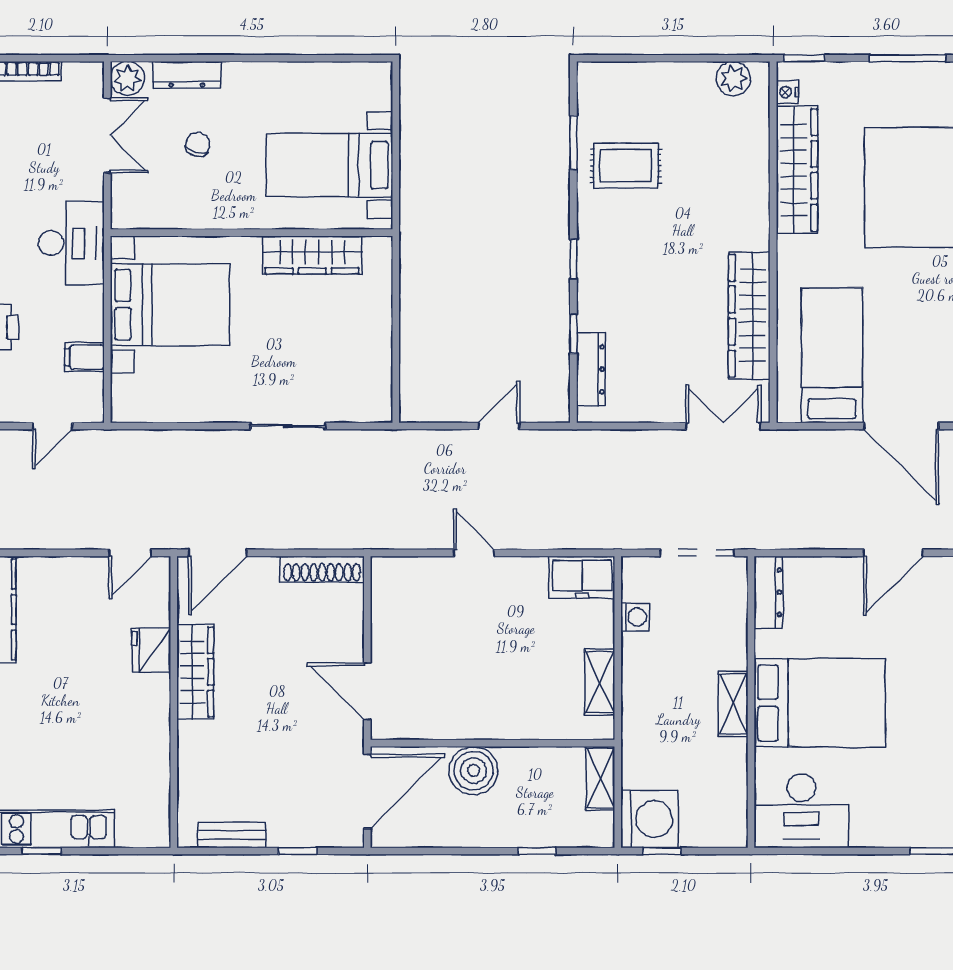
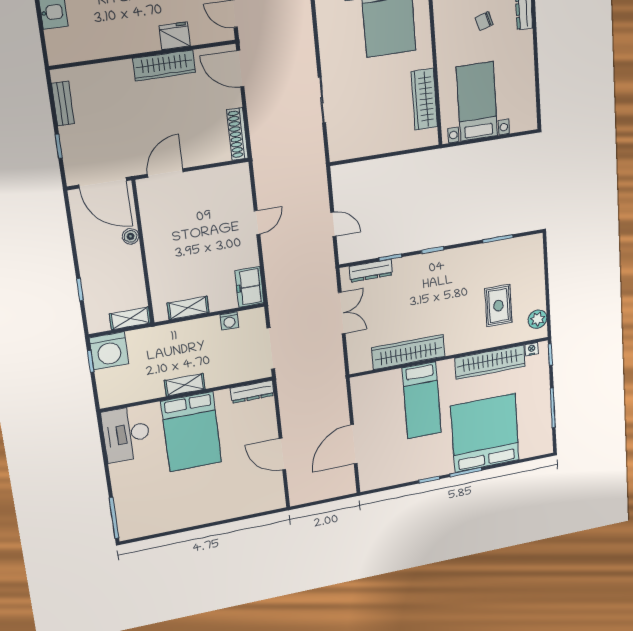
chair: (198, 144) -> (484, 21), turned 148
rug: (626, 166) -> (498, 306), moved
bed: (832, 355) -> (422, 400), moved, turned 90
double door: (723, 426) -> (342, 313), moved
boiler: (473, 771) -> (131, 236), width x0.54, depth x0.54

